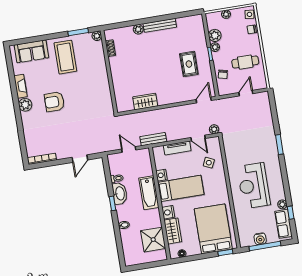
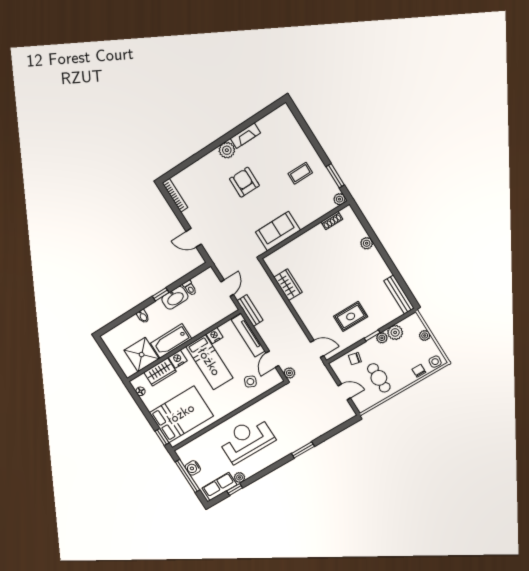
bench: (160, 25) -> (399, 295), moved
sofa: (31, 51) -> (278, 231), moved, turned 90
coffee table: (65, 57) -> (300, 173), width x0.54, depth x0.58
tv unit: (177, 148) -> (248, 335), width x1.41
bathtub: (149, 193) -> (171, 341), moved

